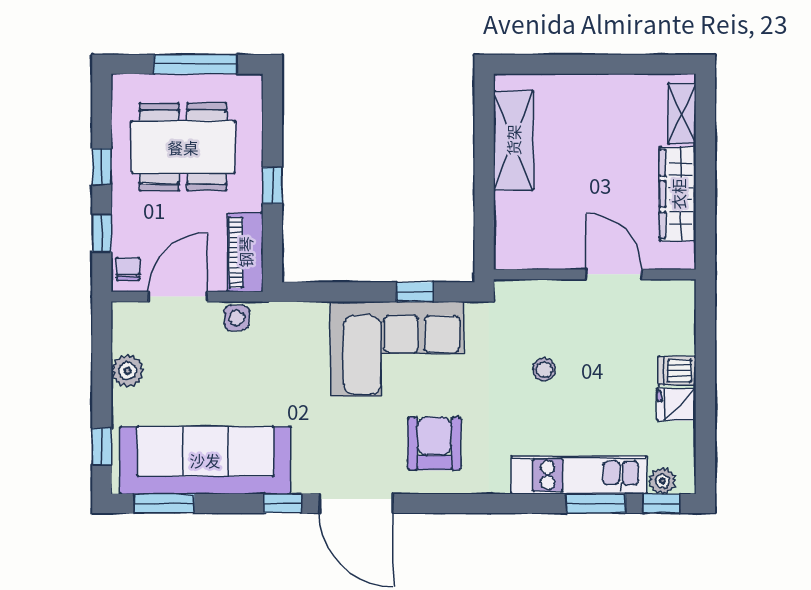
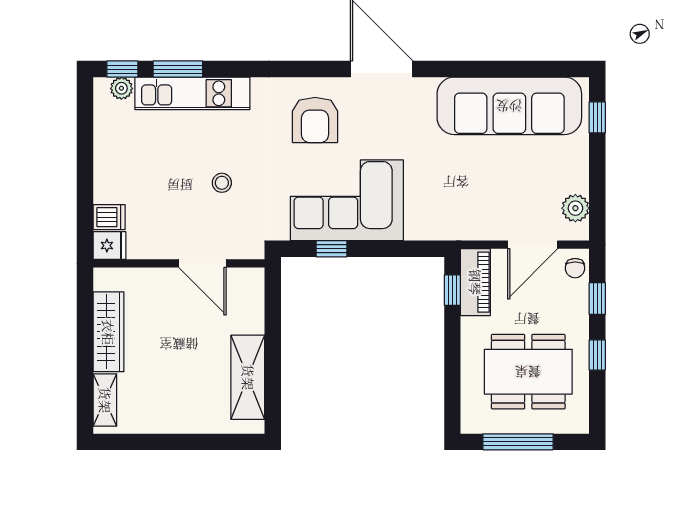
window: (272, 185) -> (452, 290), moved
door: (614, 274) -> (202, 263), moved
side table: (237, 318) -> (483, 227), removed
plant: (128, 371) -> (575, 208), moved
dishwasher: (677, 371) -> (109, 217), moved
fridge: (676, 404) -> (110, 246), moved
window: (164, 504) -> (544, 69), removed
window: (283, 504) -> (444, 69), removed

